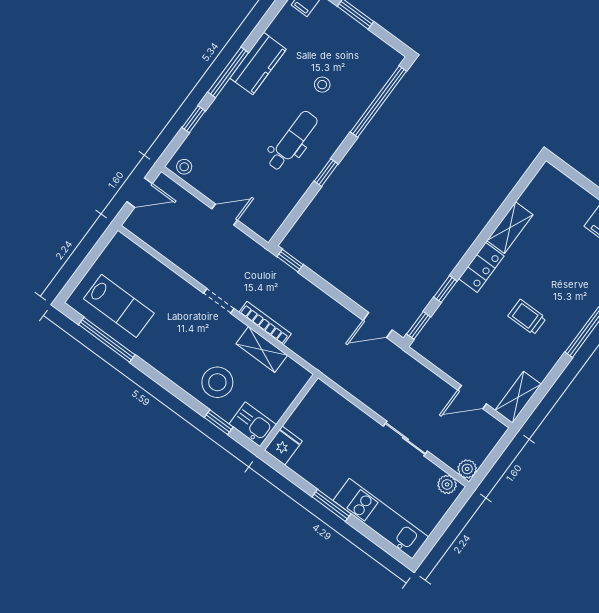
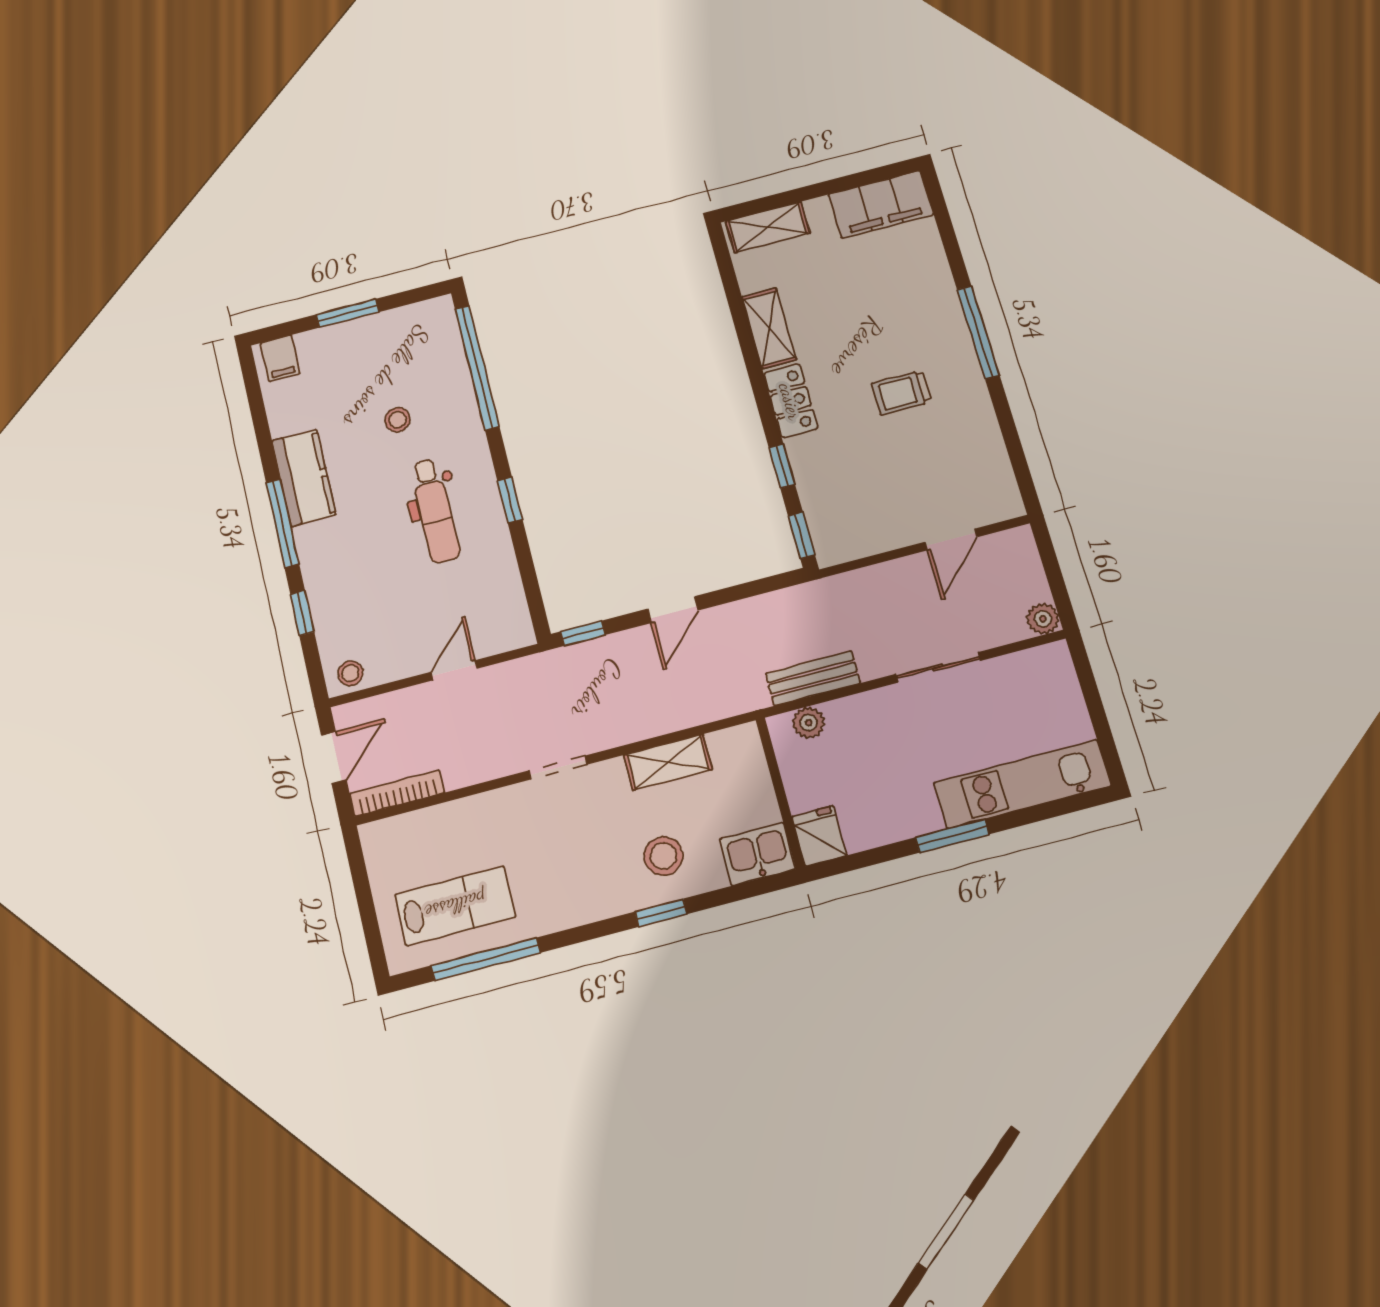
dental chair: (292, 141) -> (435, 511), turned 180
bookcase: (265, 323) -> (397, 793), moved
door: (378, 325) -> (673, 610), moved
stool: (217, 382) -> (663, 856), width x0.73, depth x0.73
bench: (354, 385) -> (813, 678), added
shelving: (518, 397) -> (768, 227), moved, turned 90
window: (219, 422) -> (661, 913), moved
plant: (447, 484) -> (809, 723), moved

